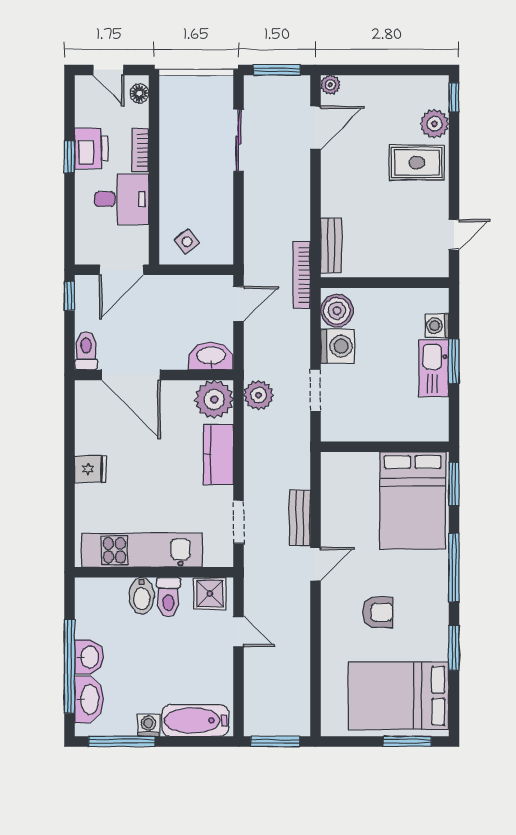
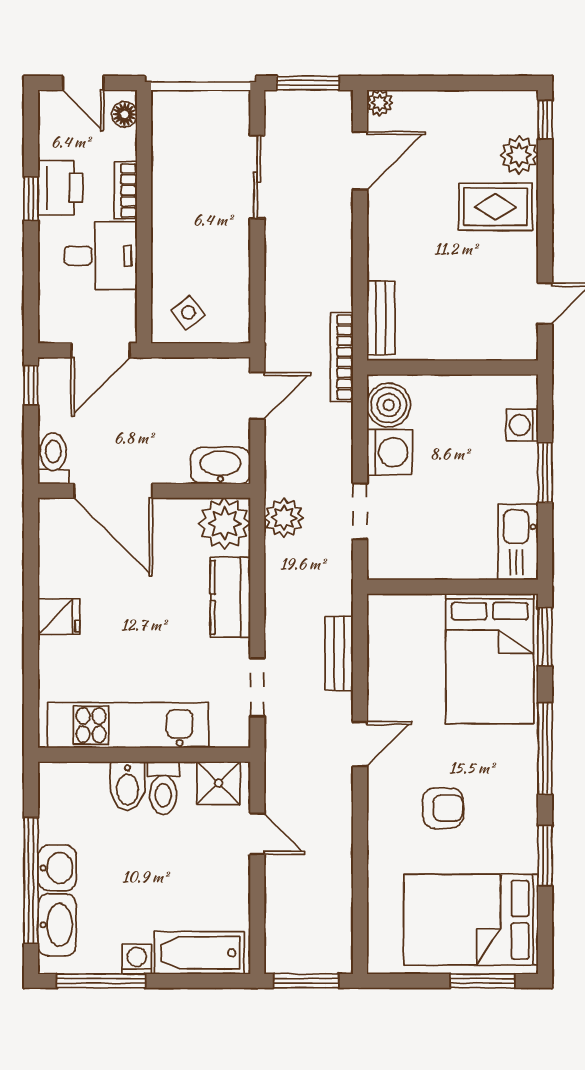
kitchen sink: (434, 368) -> (518, 542), moved
bench: (300, 518) -> (339, 653), moved

